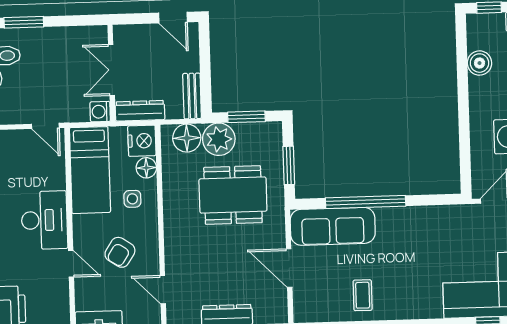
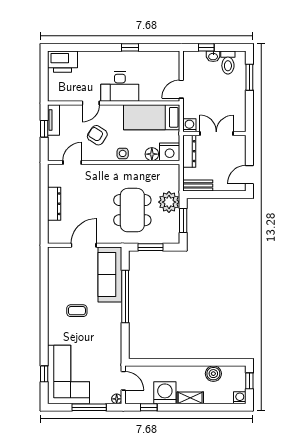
floor lamp: (187, 138) -> (170, 181), removed
side table: (132, 199) -> (123, 153), moved
coffee table: (363, 295) -> (77, 311), moved

